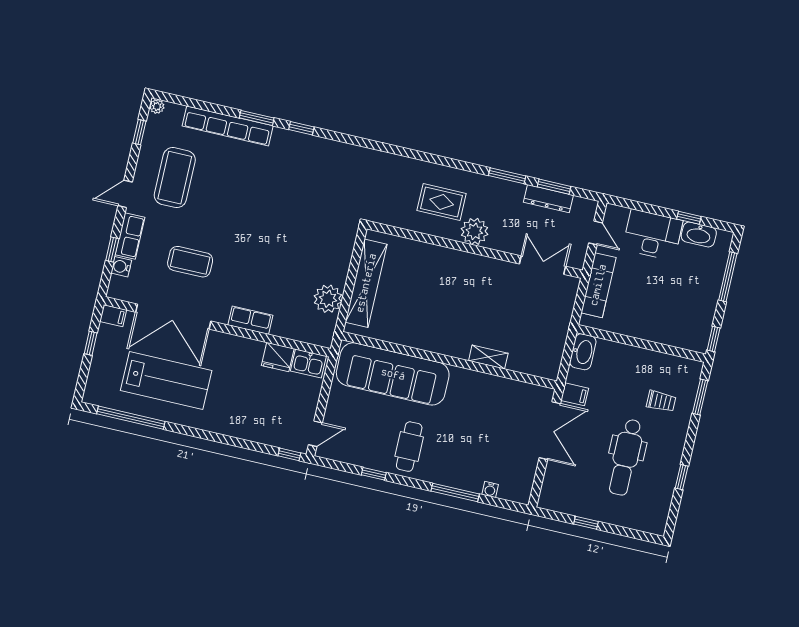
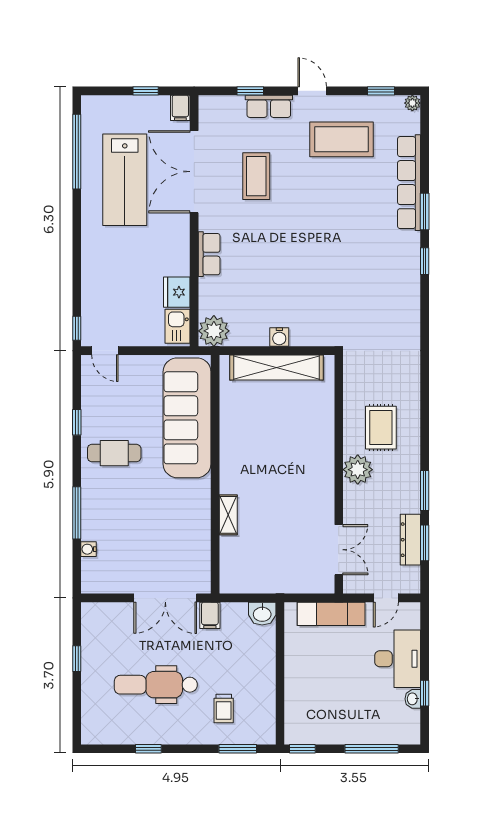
washbasin: (699, 234) -> (413, 699), width x0.52, depth x0.69
water cooler: (121, 267) -> (279, 337), moved, turned 180
plant: (328, 299) -> (214, 331), moved
washbasin: (583, 352) -> (262, 614), width x0.72

